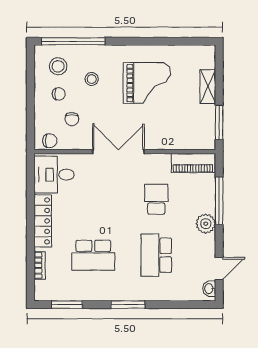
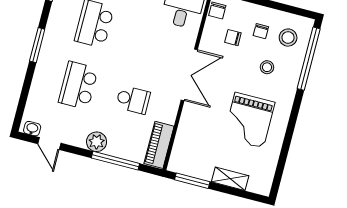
school desk: (156, 255) -> (78, 85), turned -90

